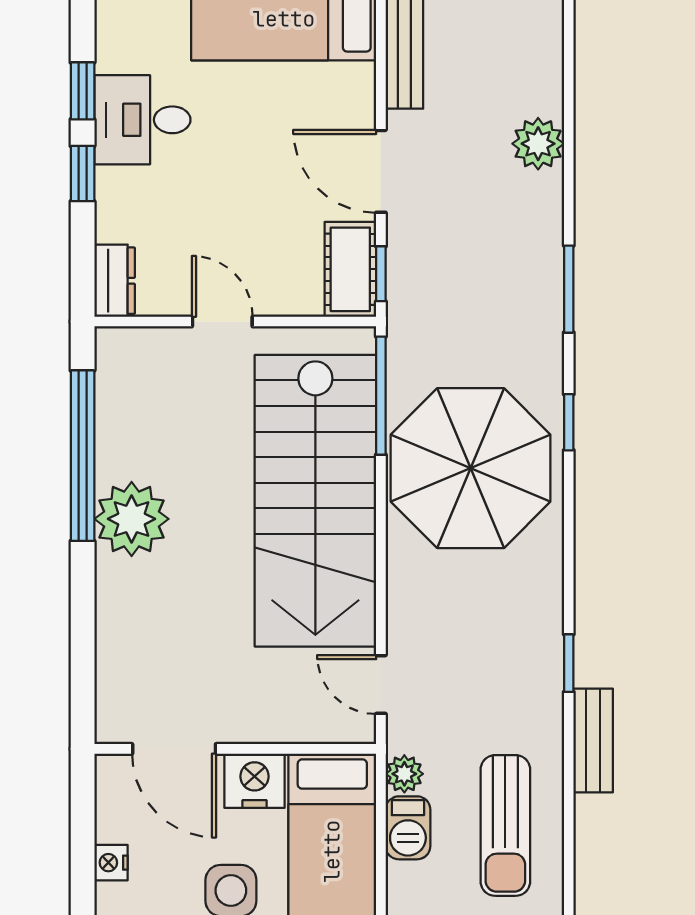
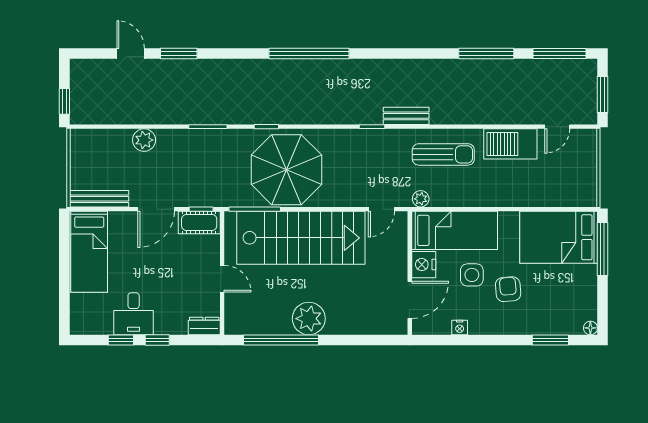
door: (222, 322) -> (222, 279), swing flipped
barbecue: (408, 828) -> (444, 197), removed

